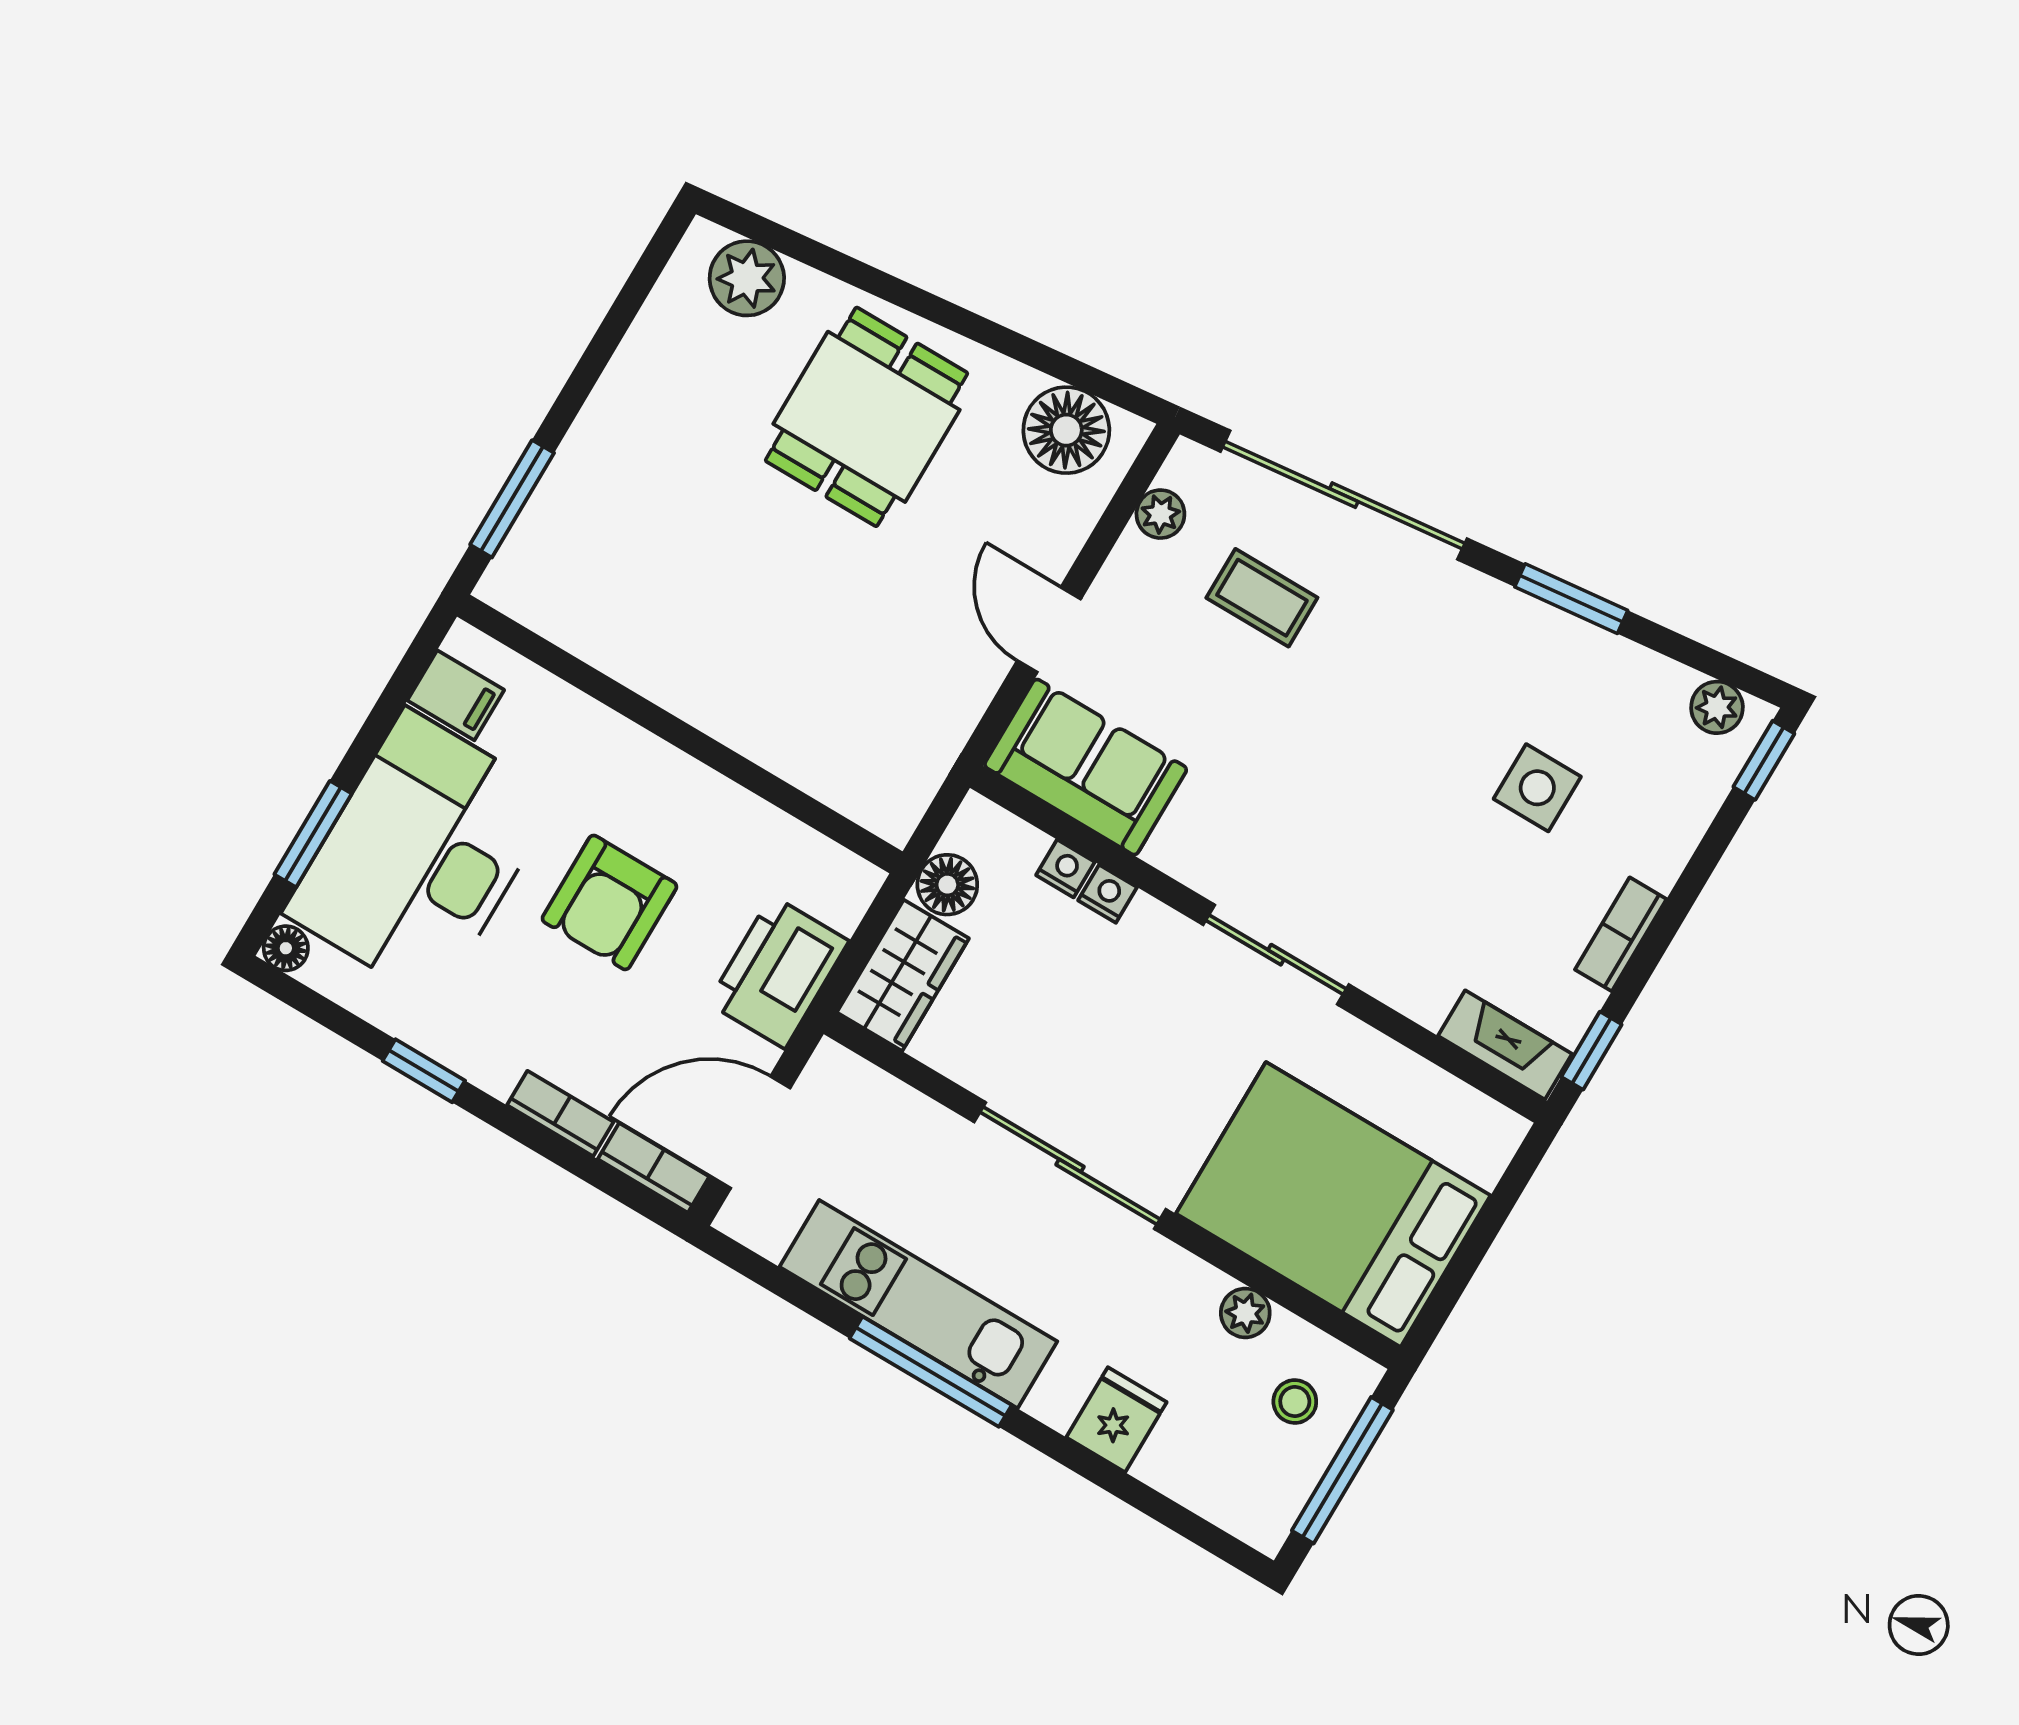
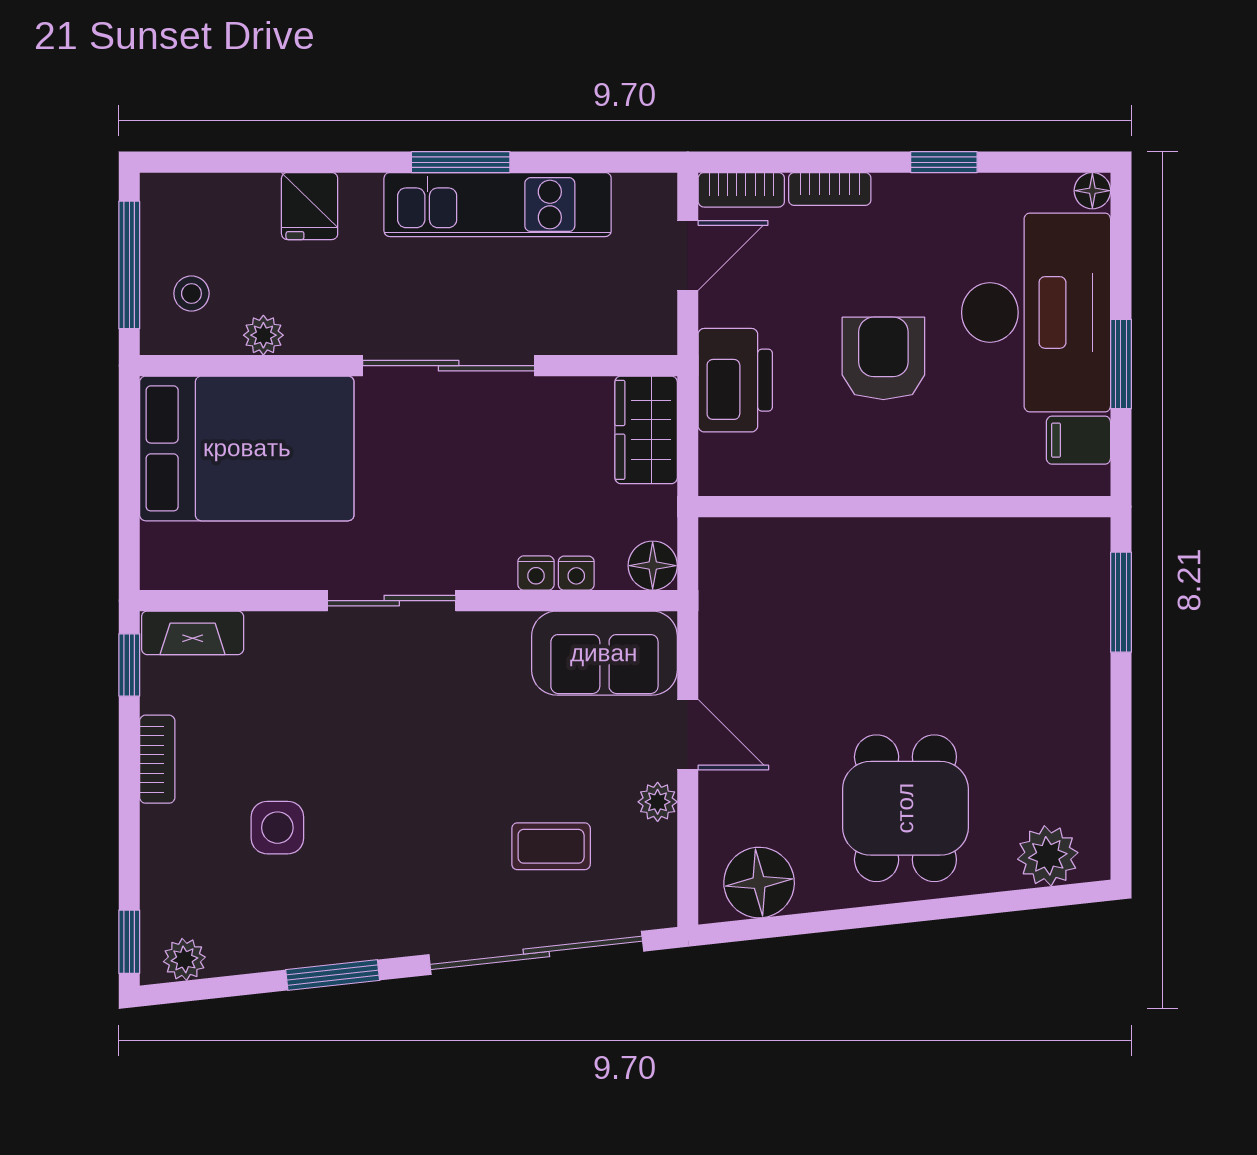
plant: (1160, 514) -> (658, 802), moved
window: (313, 834) -> (1121, 364), moved
floor lamp: (947, 885) -> (653, 566), moved
door: (751, 1132) -> (688, 256), width x0.73
window: (931, 1372) -> (461, 162), width x0.69

